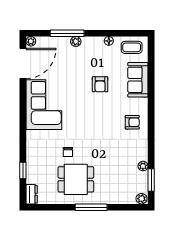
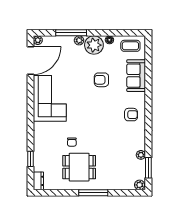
plant: (92, 47) -> (94, 45), added
armchair: (100, 84) -> (101, 80), turned 90

